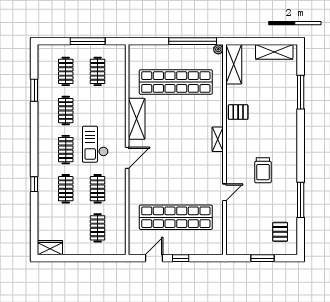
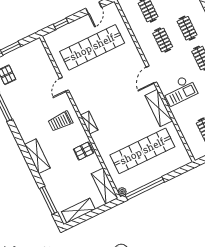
window: (301, 92) -> (48, 200), moved
shelving: (290, 130) -> (37, 156), added
checkout: (95, 144) -> (179, 90), moved, turned 90
trolley: (263, 170) -> (60, 121), moved, turned -90
window: (181, 258) -> (61, 24), moved

